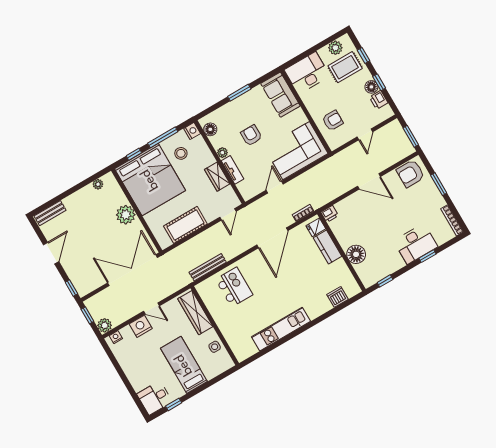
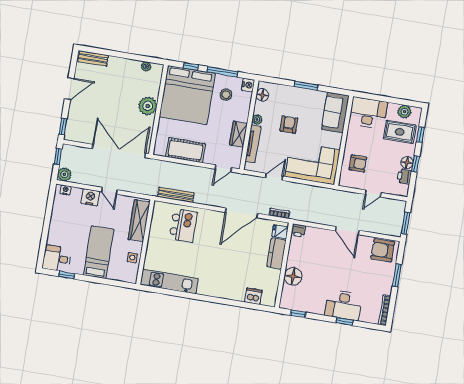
tv unit: (233, 170) -> (253, 144), width x1.41
kitchen unit: (281, 329) -> (169, 282), moved

